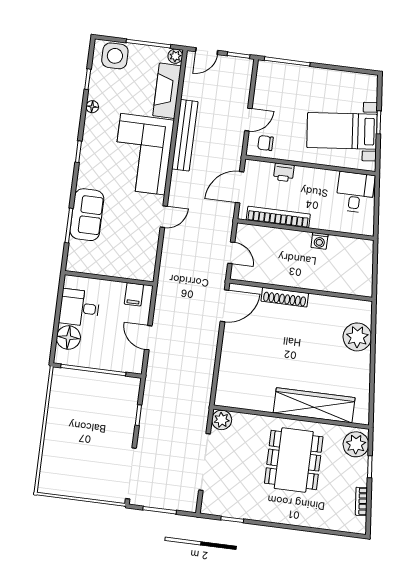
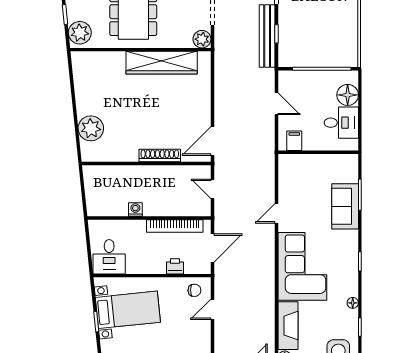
bench: (185, 135) -> (267, 36), moved
wardrobe: (314, 405) -> (162, 63), moved

